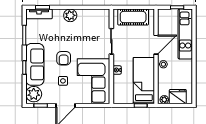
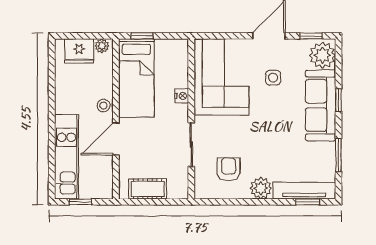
tv unit: (39, 14) -> (304, 191), width x1.41
cot: (133, 17) -> (148, 189), width x0.73, depth x0.75
armchair: (64, 58) -> (229, 169), moved

